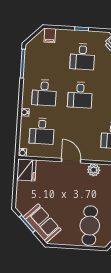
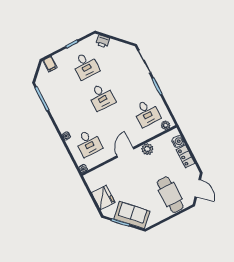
desk: (44, 93) -> (72, 112), removed
door: (71, 161) -> (125, 152), hinge flipped
fridge: (26, 170) -> (103, 197), moved

